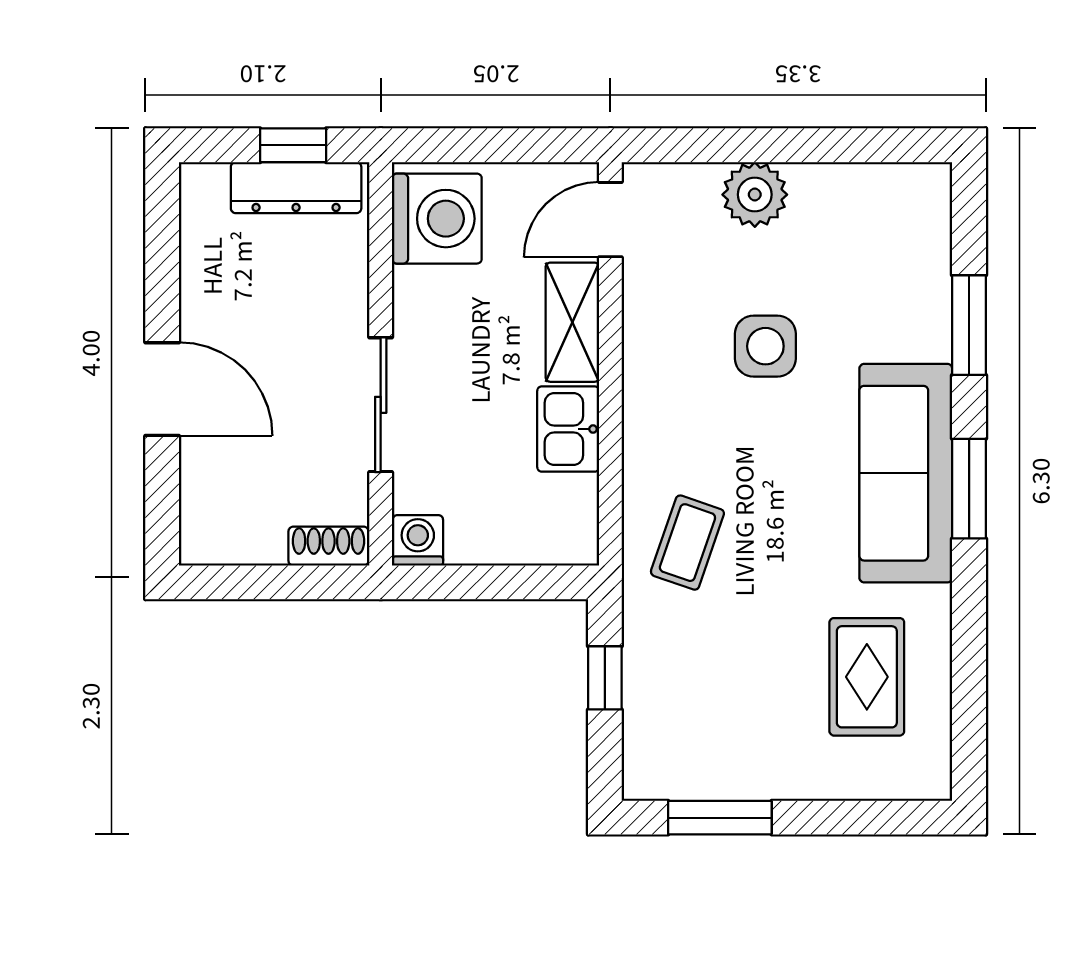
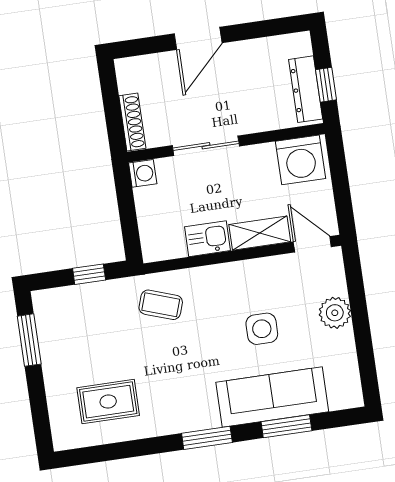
sofa: (906, 473) -> (272, 397), moved
shoe rack: (328, 546) -> (132, 122), width x1.43

